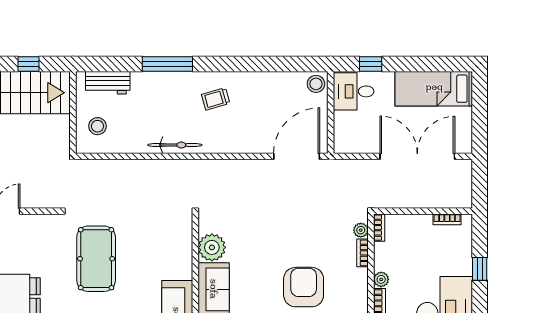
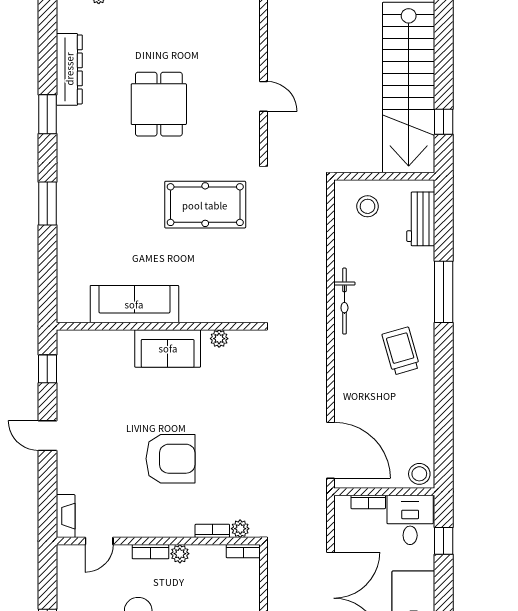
trolley: (216, 99) -> (401, 351), width x1.36, depth x1.39
bookcase: (339, 126) -> (368, 502), added
plant: (212, 247) -> (219, 339), width x0.53, depth x0.53

